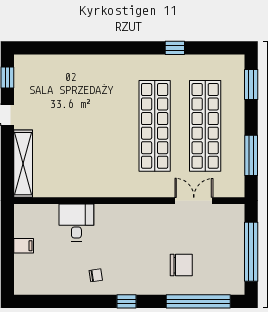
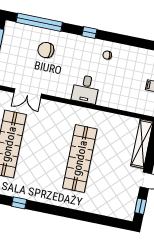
shop shelf: (155, 126) -> (80, 158), moved
desk: (76, 222) -> (86, 89), moved

